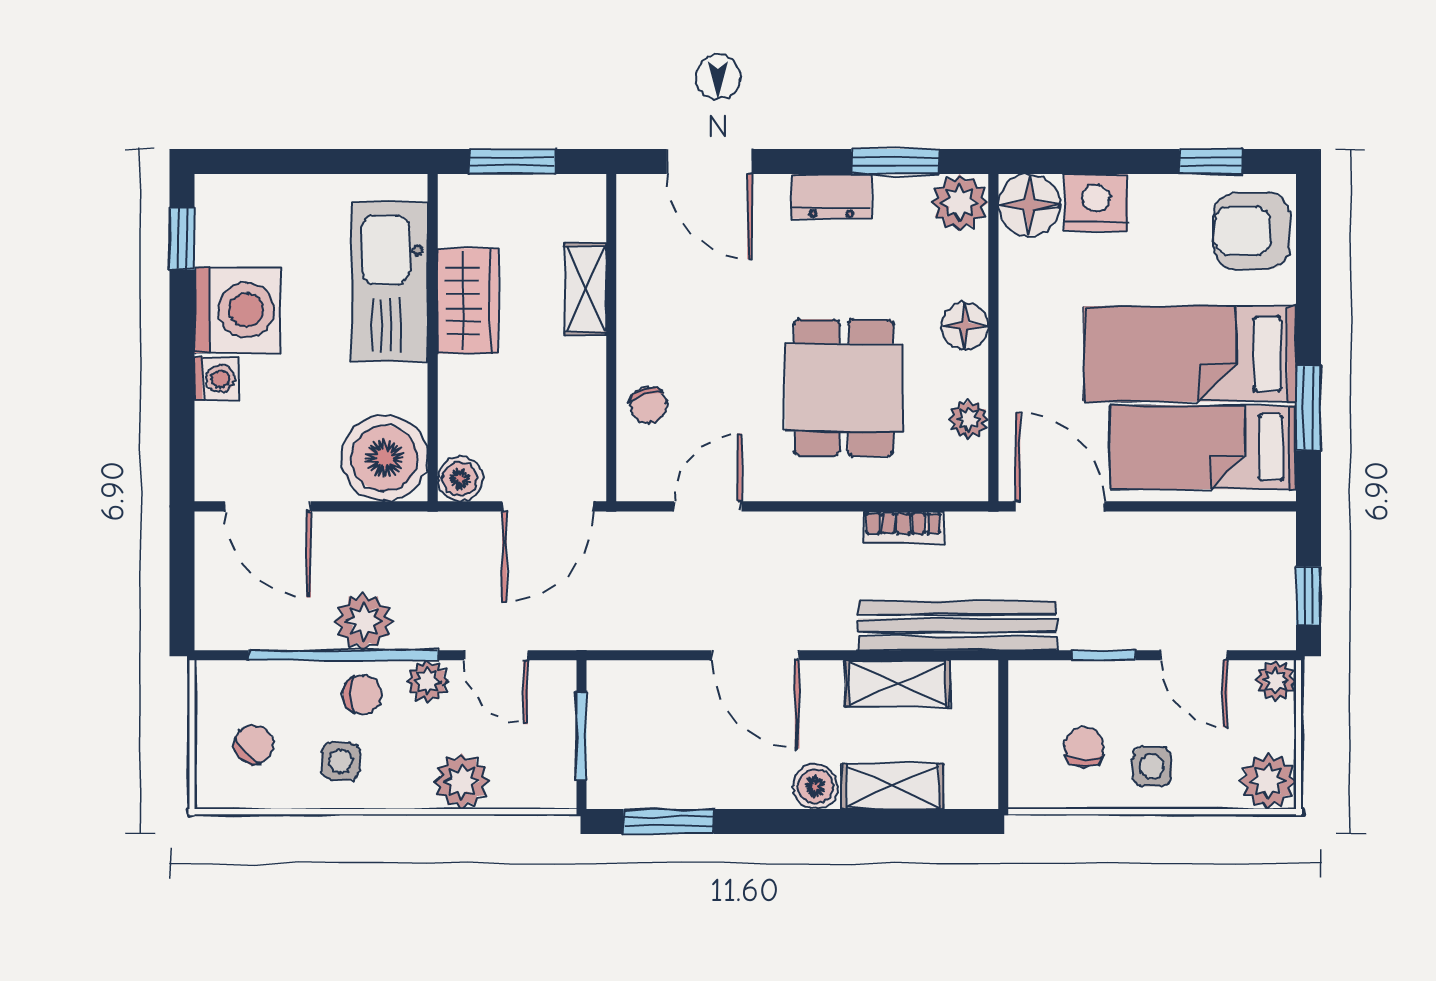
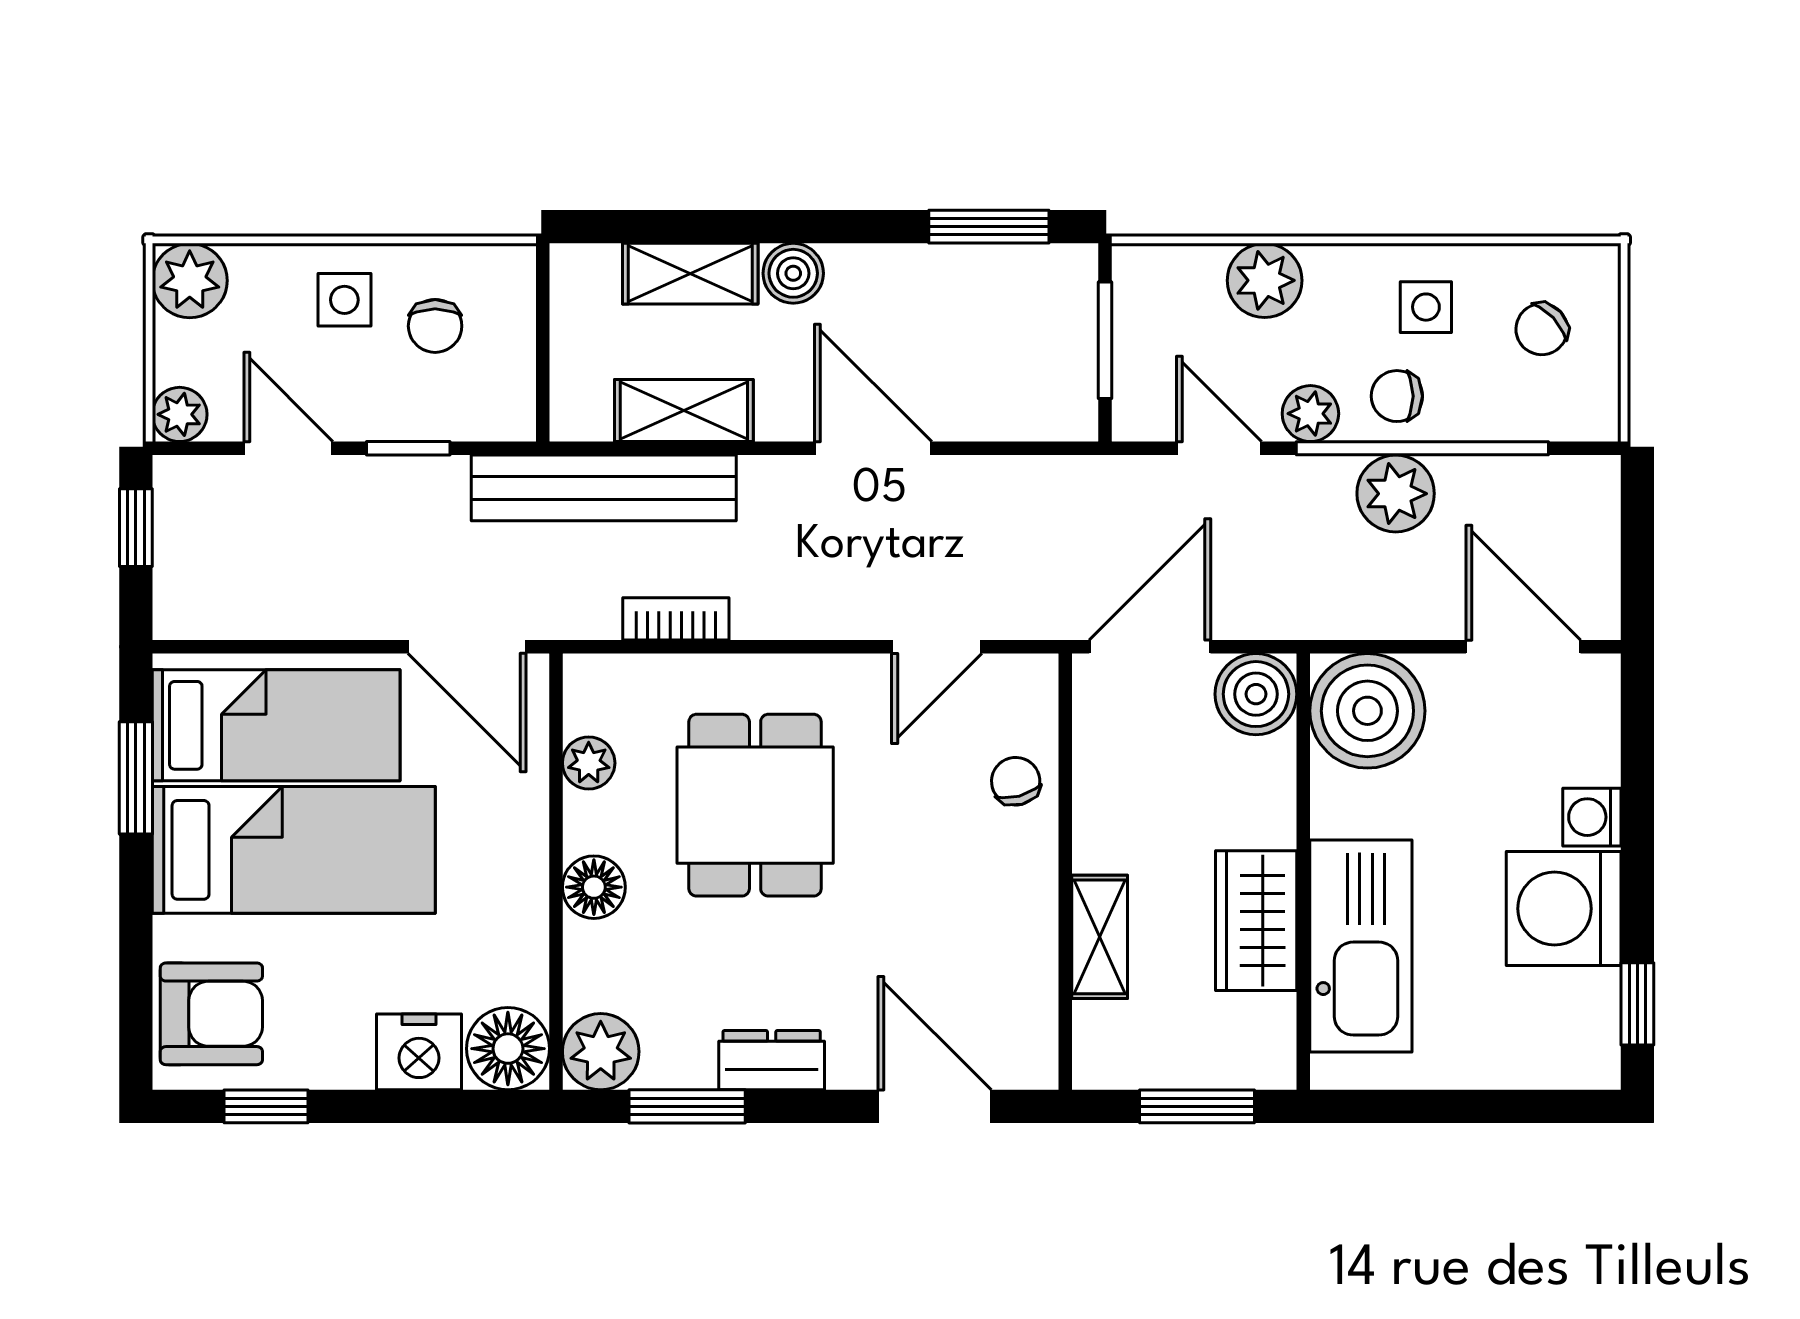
boiler: (460, 479) -> (1256, 694), width x1.36, depth x1.36

